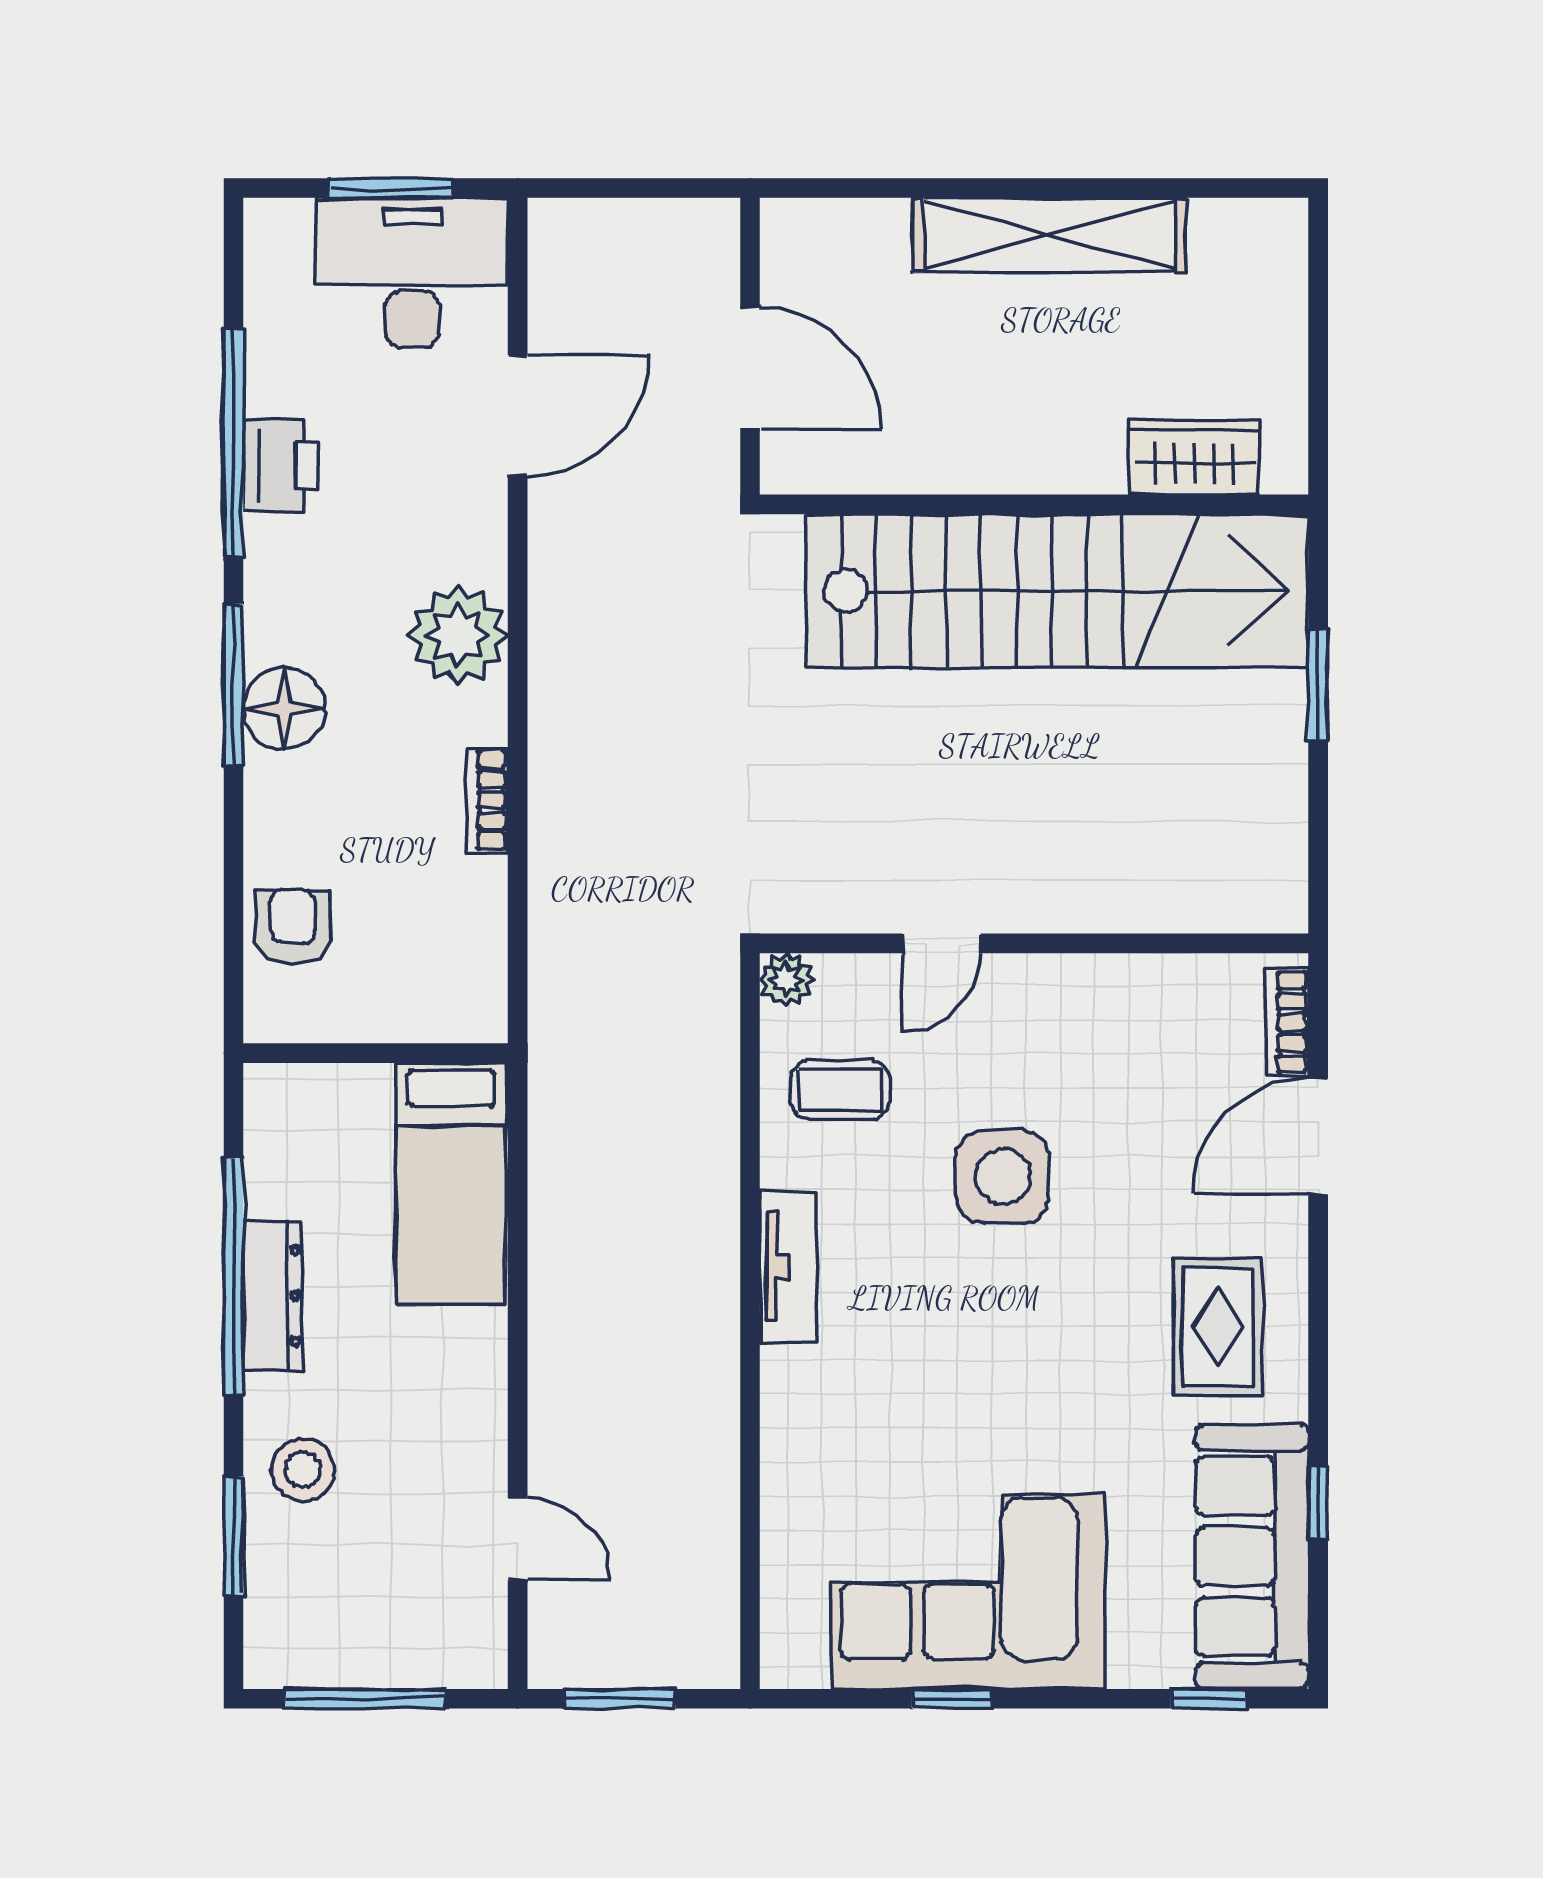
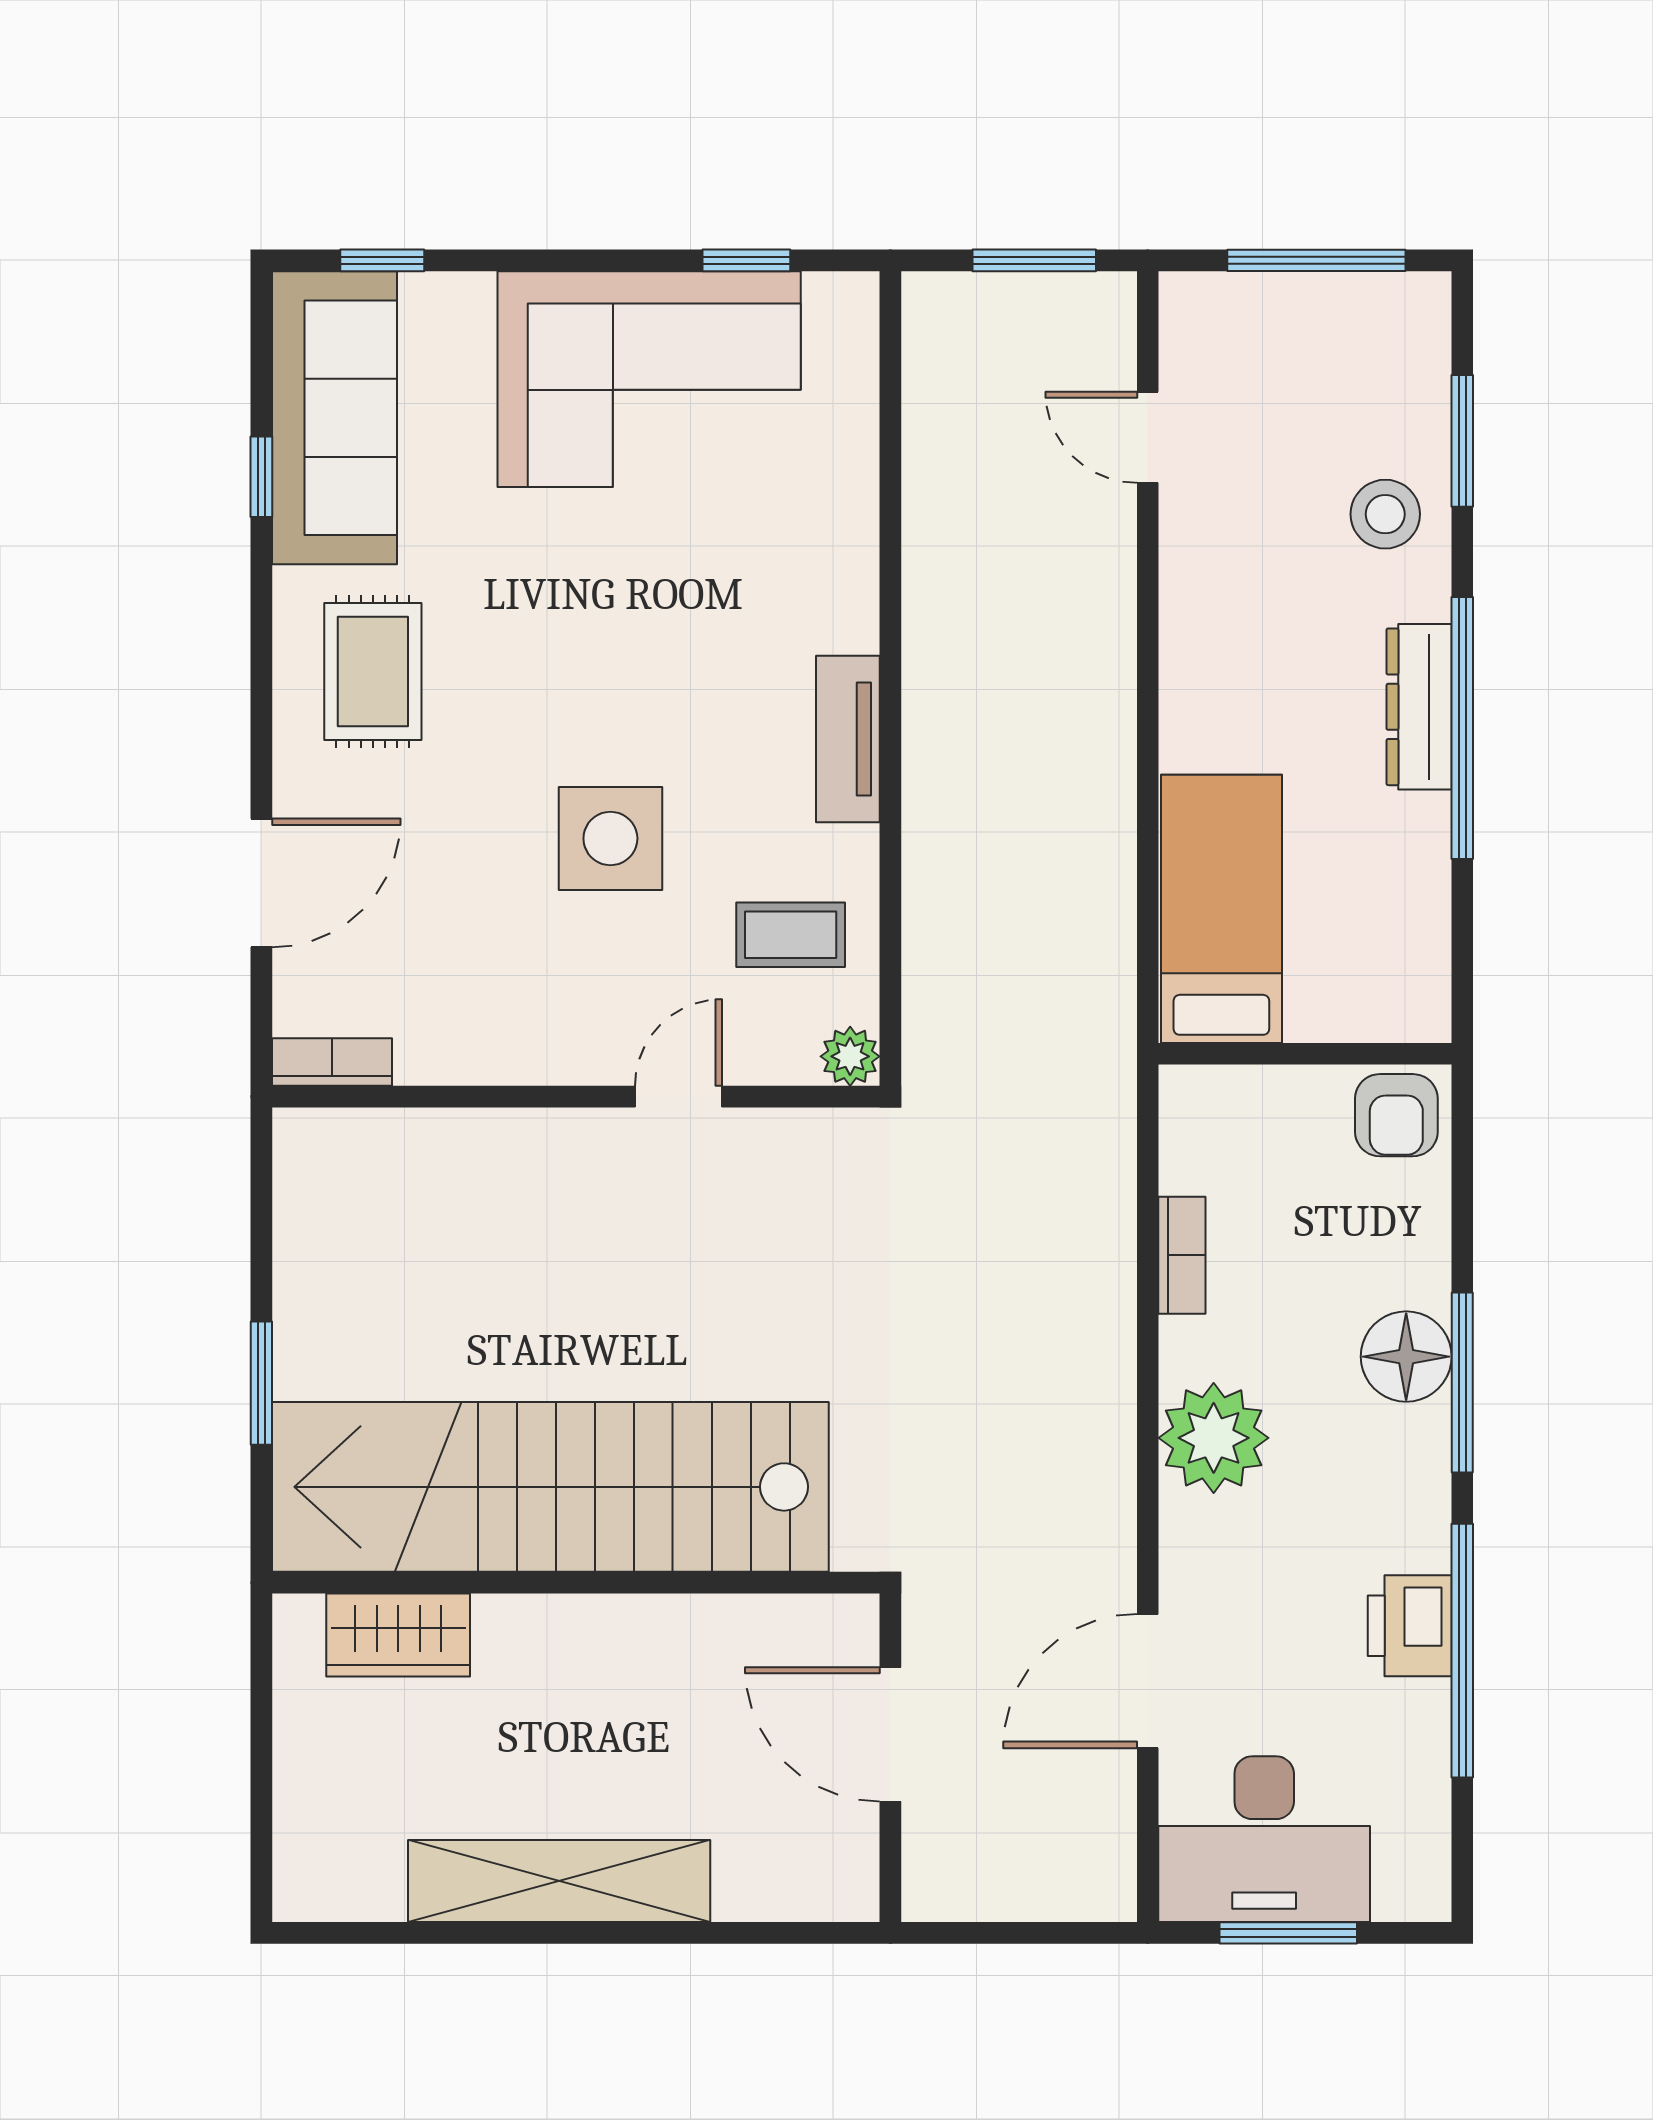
bookcase: (1287, 1022) -> (332, 1062), moved, turned -90
wall: (376, 1053) -> (1305, 1054), moved
bed: (451, 1184) -> (1221, 909), moved
window: (952, 1699) -> (746, 260), moved

